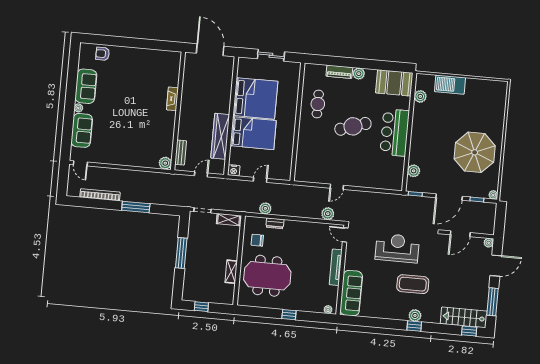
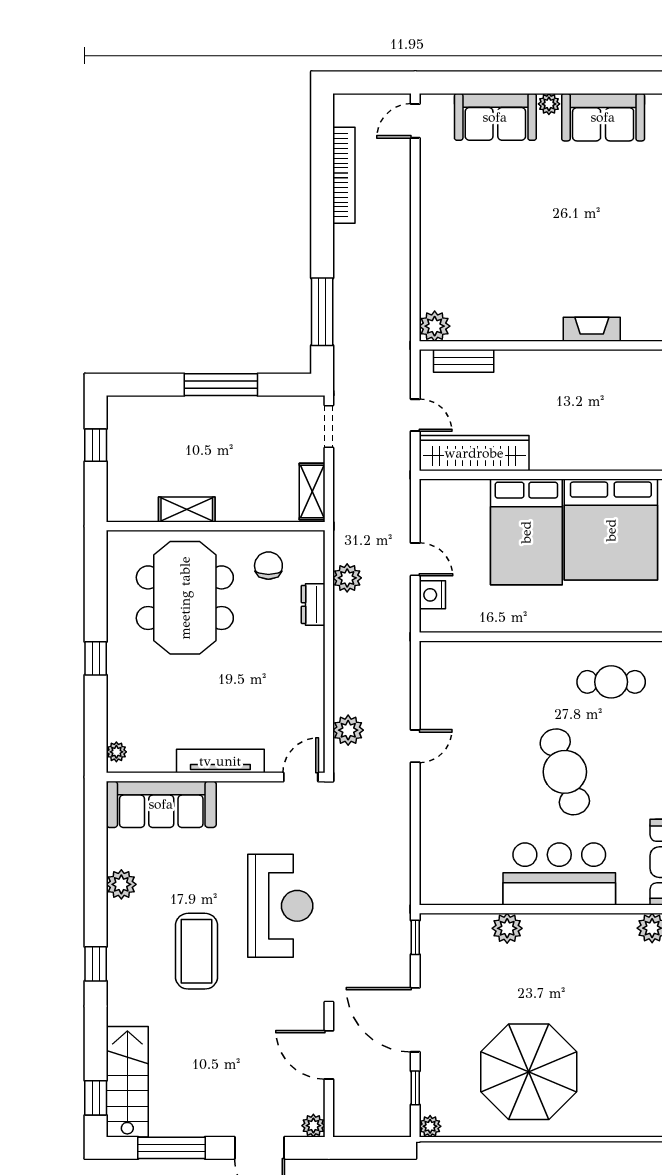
wardrobe: (220, 136) -> (474, 453), moved
nightstand: (234, 170) -> (432, 595), moved
plant: (414, 171) -> (507, 928), moved
door: (337, 187) -> (415, 746), swing flipped
window: (136, 207) -> (322, 312), moved
plant: (415, 315) -> (121, 884), moved

